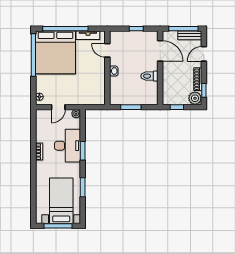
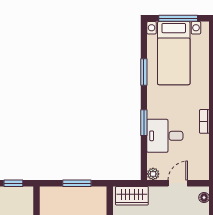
wardrobe: (91, 98) -> (132, 196), added
desk: (68, 146) -> (165, 136), width x0.73

